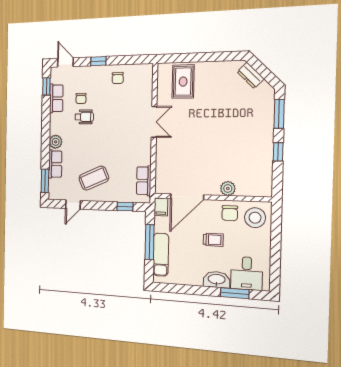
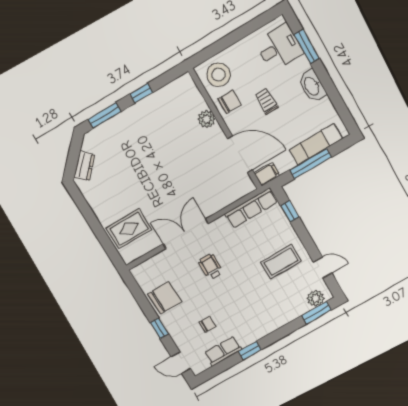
door: (65, 62) -> (181, 363), hinge flipped
chair: (118, 78) -> (164, 298), width x1.87, depth x1.87
window: (46, 86) -> (250, 351), moved
wheelchair: (84, 117) -> (211, 267), moved
double door: (154, 122) -> (186, 234), width x1.37
plant: (56, 142) -> (316, 298), moved
row of seats: (55, 164) -> (292, 312), removed
coffee table: (94, 178) -> (281, 262), turned -66
row of seats: (144, 181) -> (251, 208), width x1.48
washbasin: (217, 280) -> (312, 86), moved

